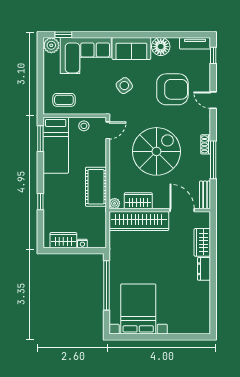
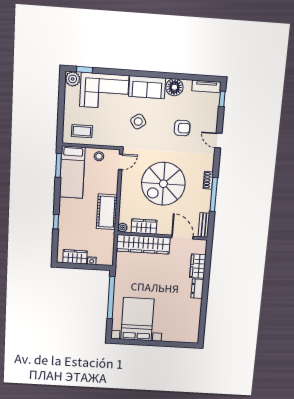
armchair: (172, 89) -> (182, 128), width x0.53, depth x0.53
spiral stairs: (156, 151) -> (163, 184), turned 180

